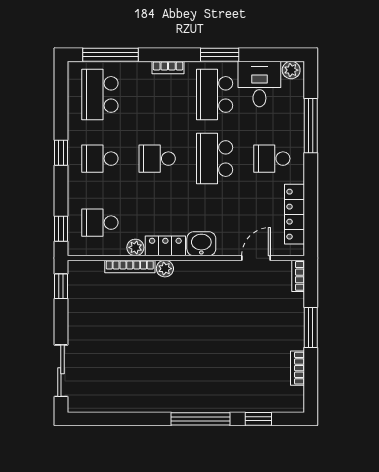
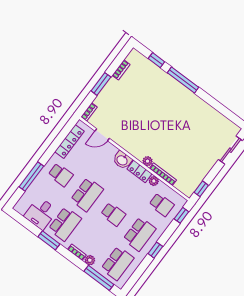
plant: (291, 70) -> (90, 260), moved
school desk: (100, 159) -> (139, 234), width x1.85

